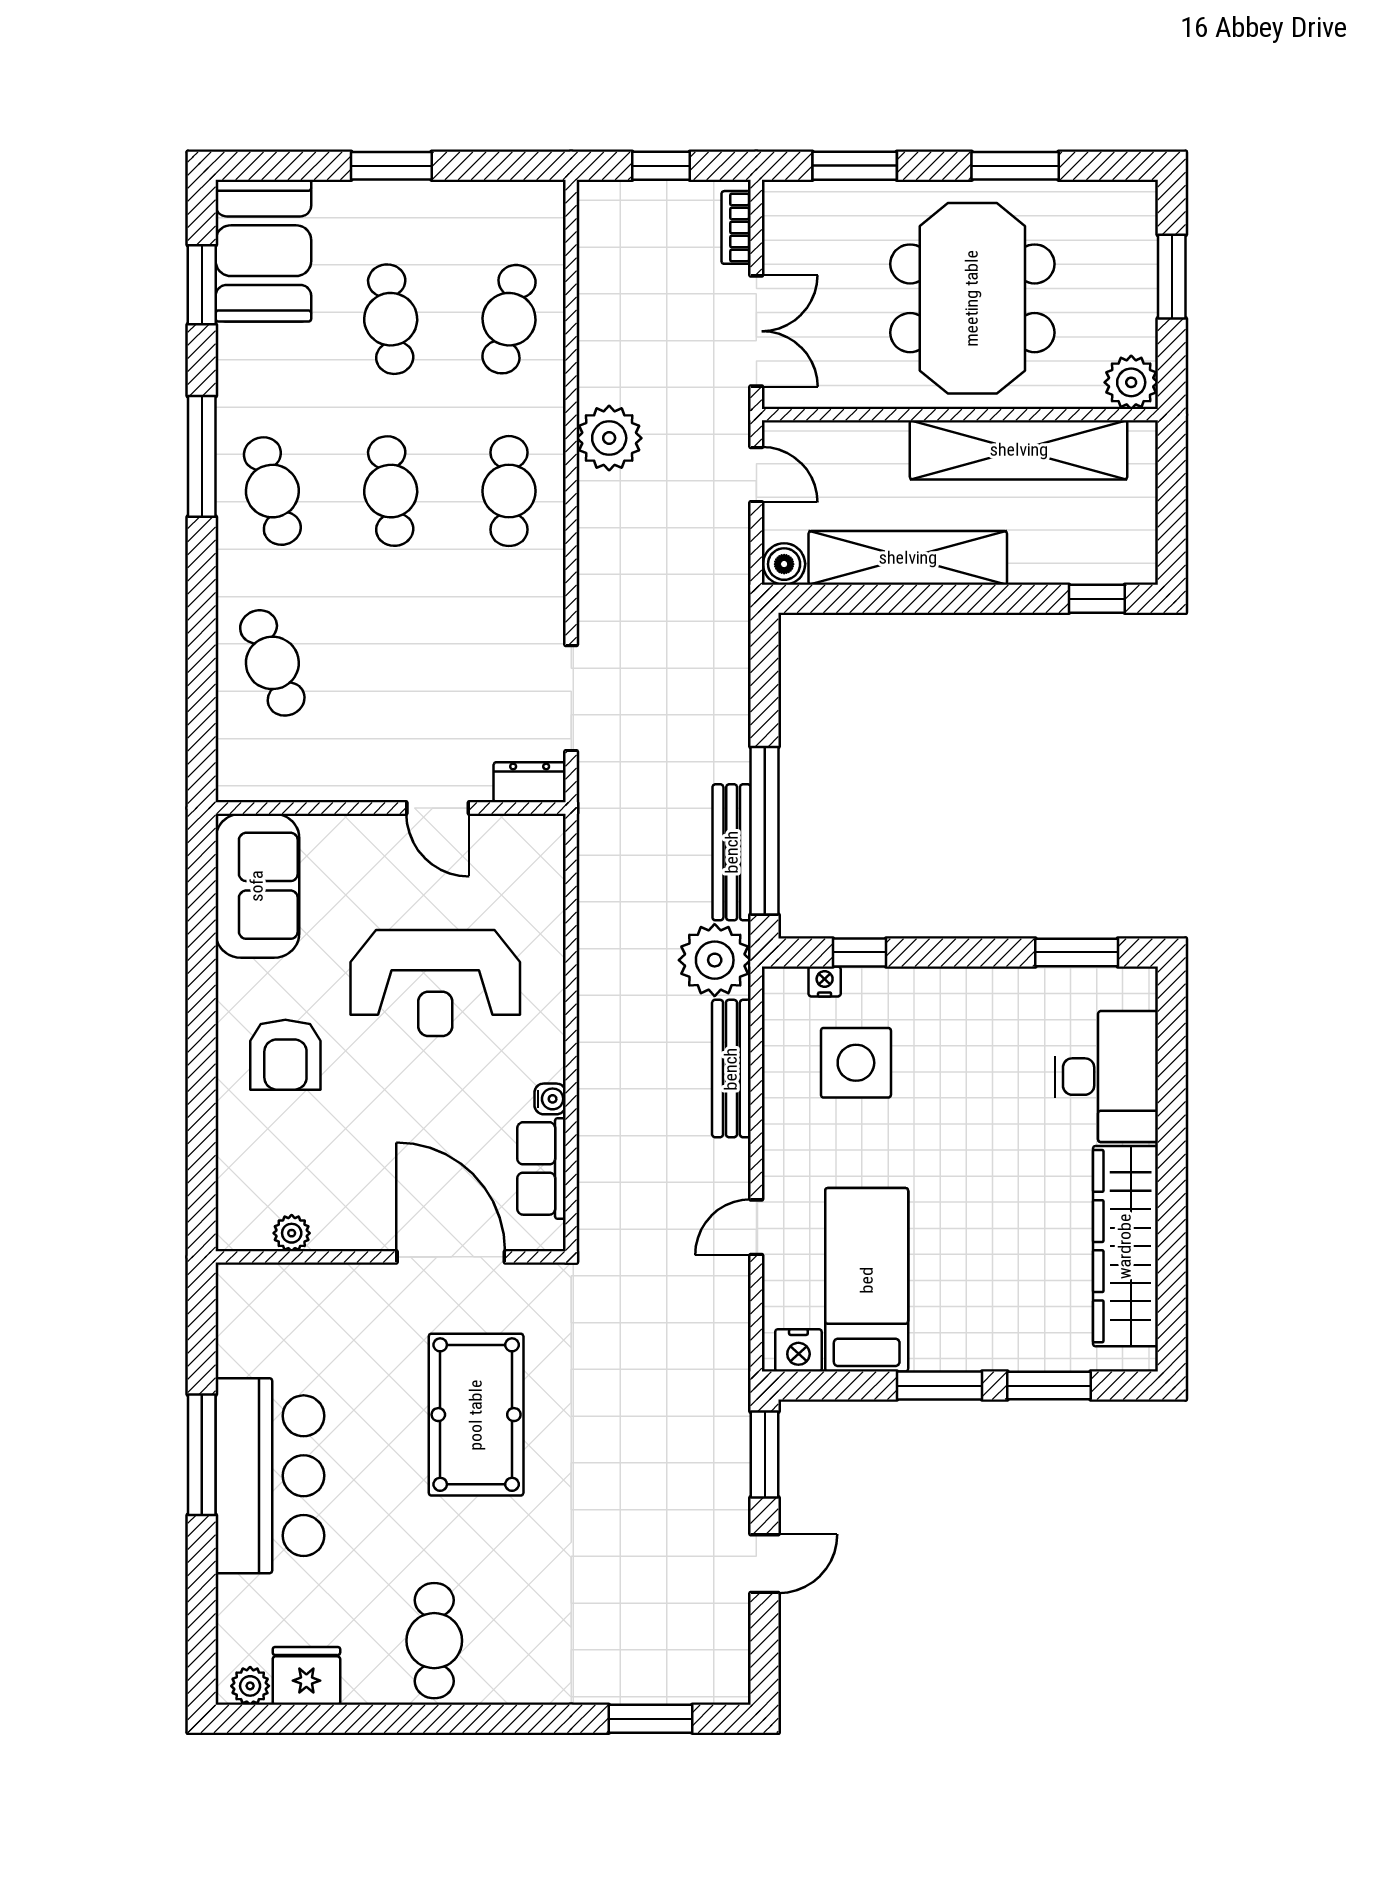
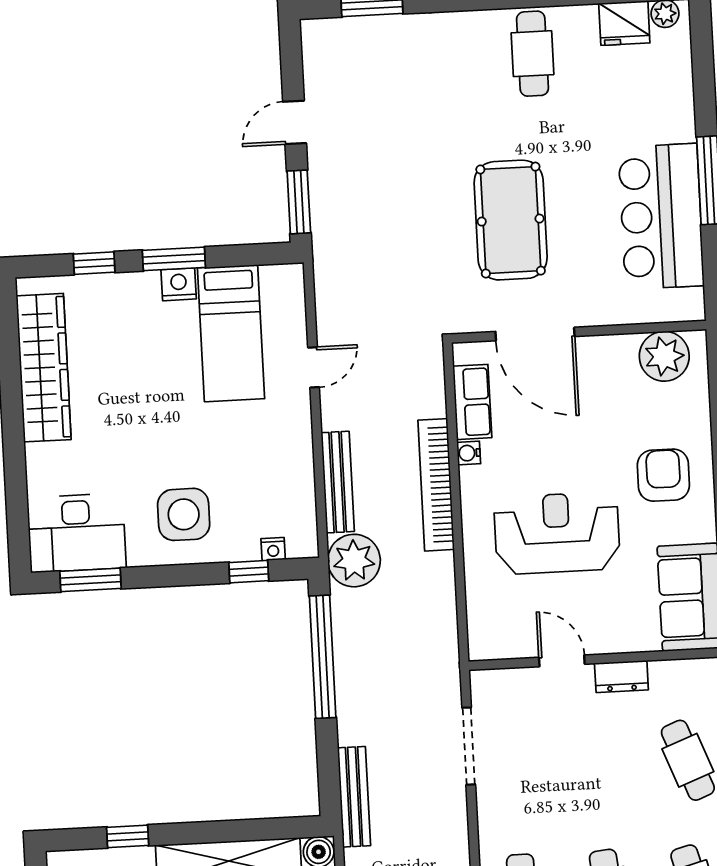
window: (1097, 599) -> (128, 836), moved
dresser: (530, 782) -> (621, 676), moved
bench: (732, 852) -> (354, 797), moved
bookcase: (597, 1058) -> (436, 485), added
side table: (856, 1063) -> (184, 514), moved
desk: (1106, 1077) -> (77, 533), moved, turned -90
plant: (292, 1233) -> (664, 356), width x1.88, depth x1.88
nightstand: (798, 1350) -> (179, 284), moved
window: (1049, 1386) -> (94, 263), width x0.67
bar counter: (270, 1476) -> (661, 216), moved

